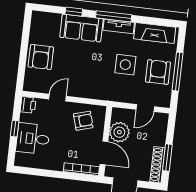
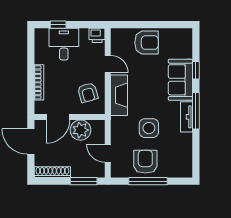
fireplace: (155, 33) -> (119, 95), moved, turned 180
armchair: (41, 57) -> (147, 43), turned 180
armchair: (158, 72) -> (145, 162), turned -90
window: (15, 129) -> (58, 25), moved
window: (167, 157) -> (84, 181), moved
bookcase: (81, 169) -> (39, 82), moved

